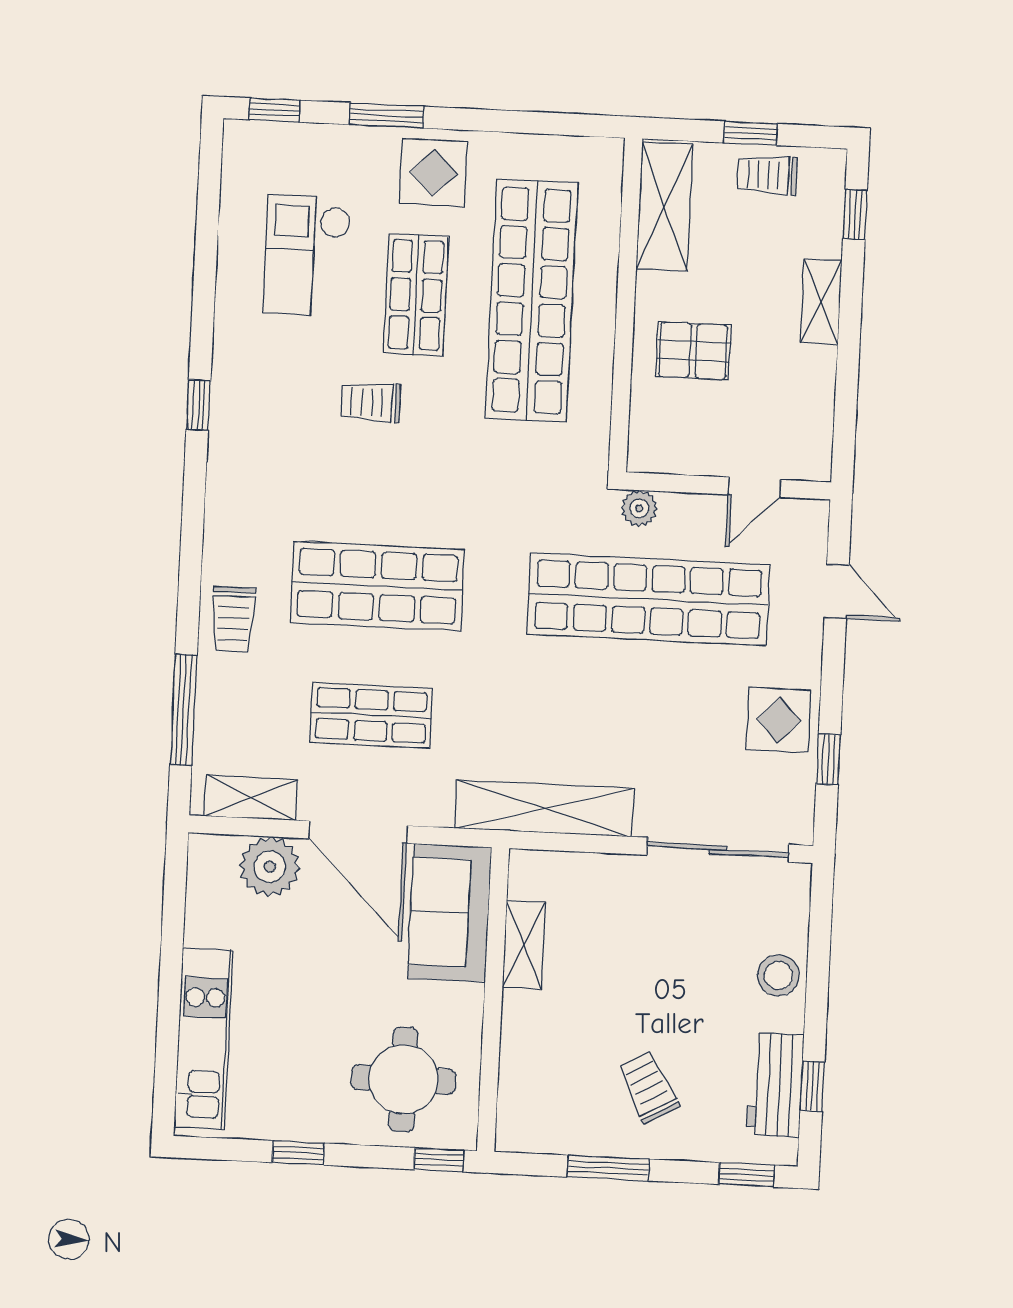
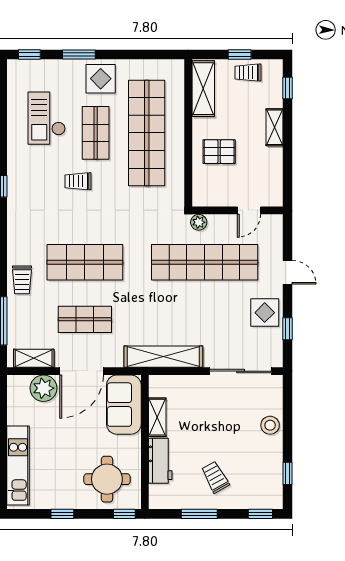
door: (837, 592) -> (287, 272), moved
door: (358, 832) -> (82, 371), hinge flipped
workbench: (775, 1085) -> (160, 461), moved, turned 180

